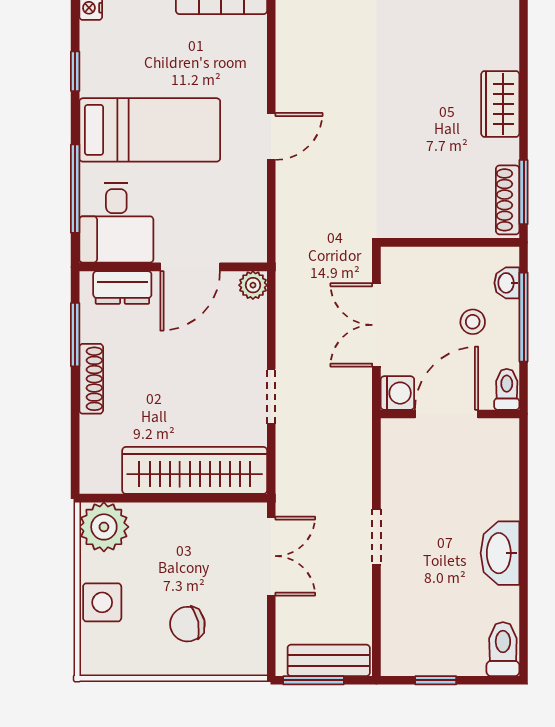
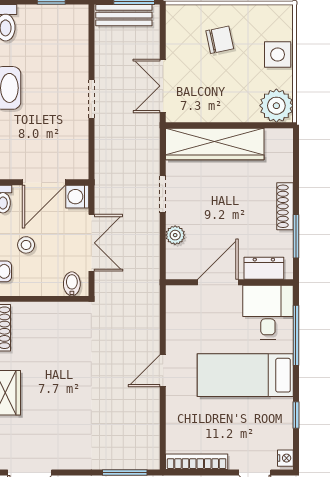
bidet: (405, 264) -> (72, 284), added
plant: (253, 285) -> (175, 235), moved

